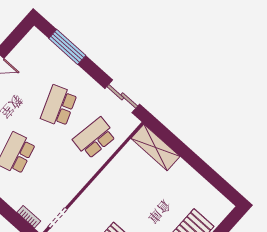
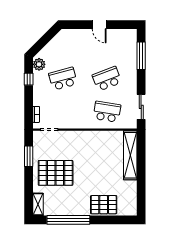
shelving: (156, 147) -> (130, 155), width x1.47

